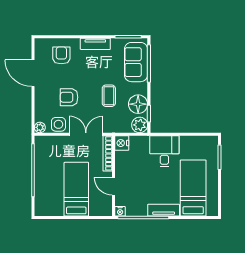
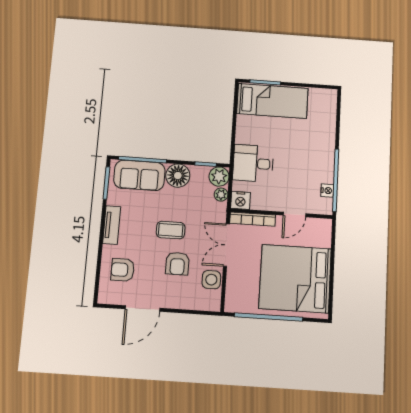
coffee table: (109, 96) -> (171, 230), moved
floor lamp: (138, 104) -> (178, 176), moved
plant: (40, 127) -> (221, 195), moved
desk: (164, 151) -> (253, 163), moved
bed: (193, 188) -> (272, 101), moved, turned 180
bed: (76, 189) -> (295, 279), width x2.04
tv unit: (164, 210) -> (327, 154), removed
nightstand: (120, 211) -> (327, 191), moved

